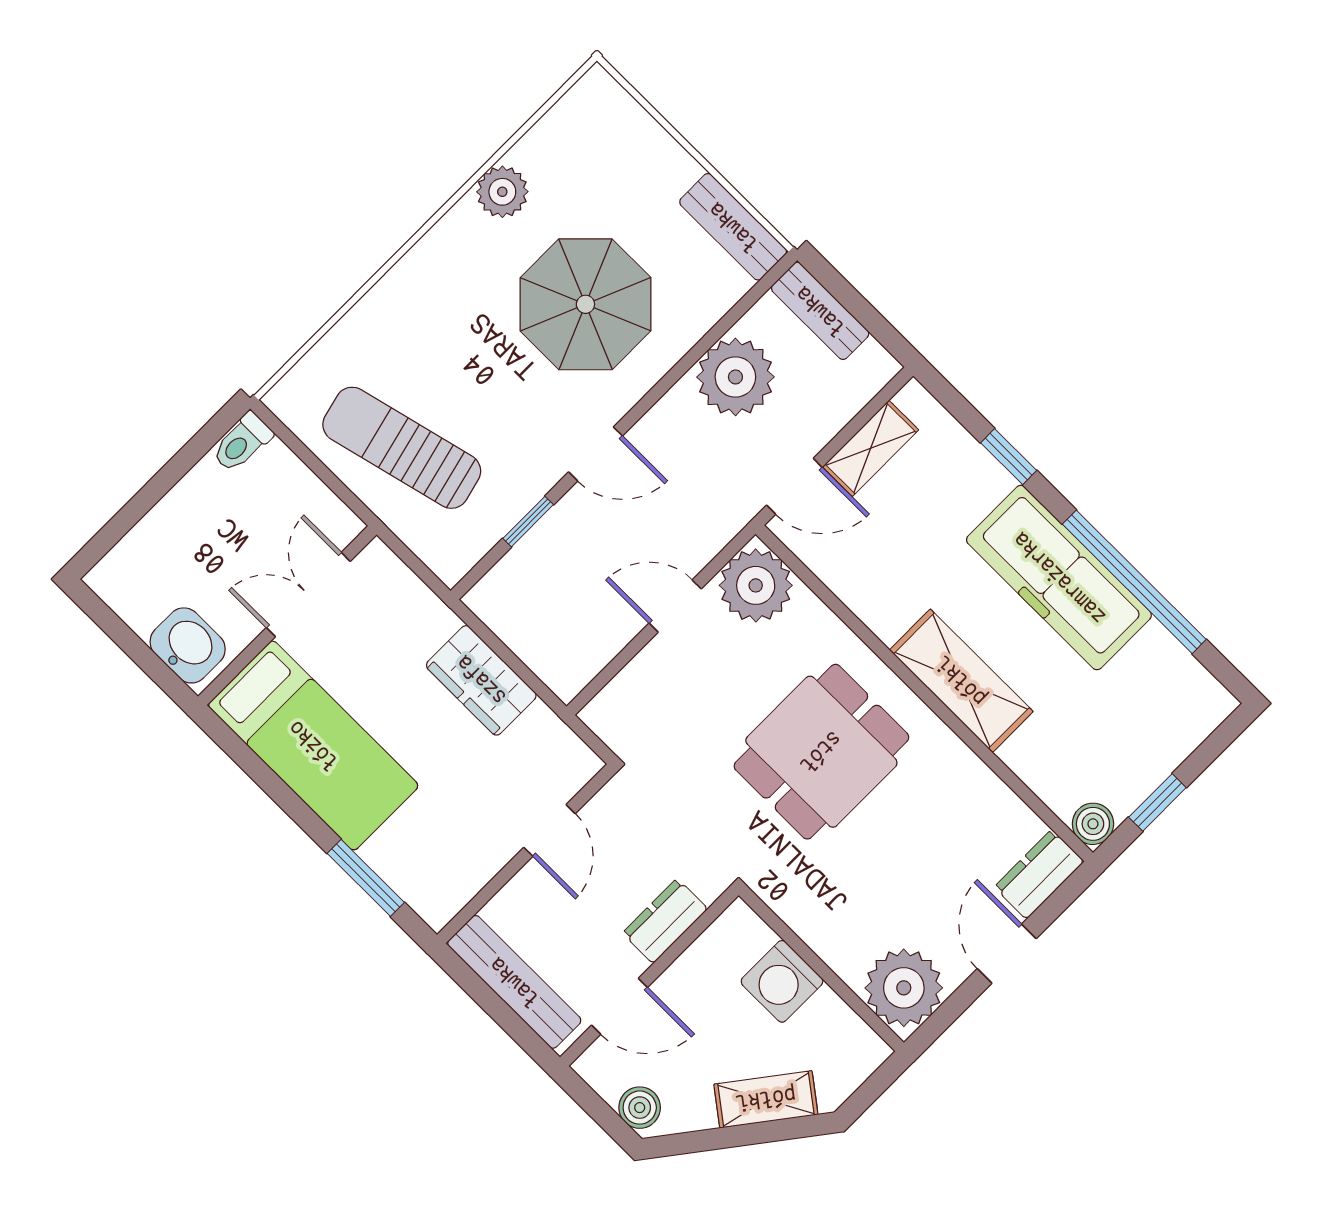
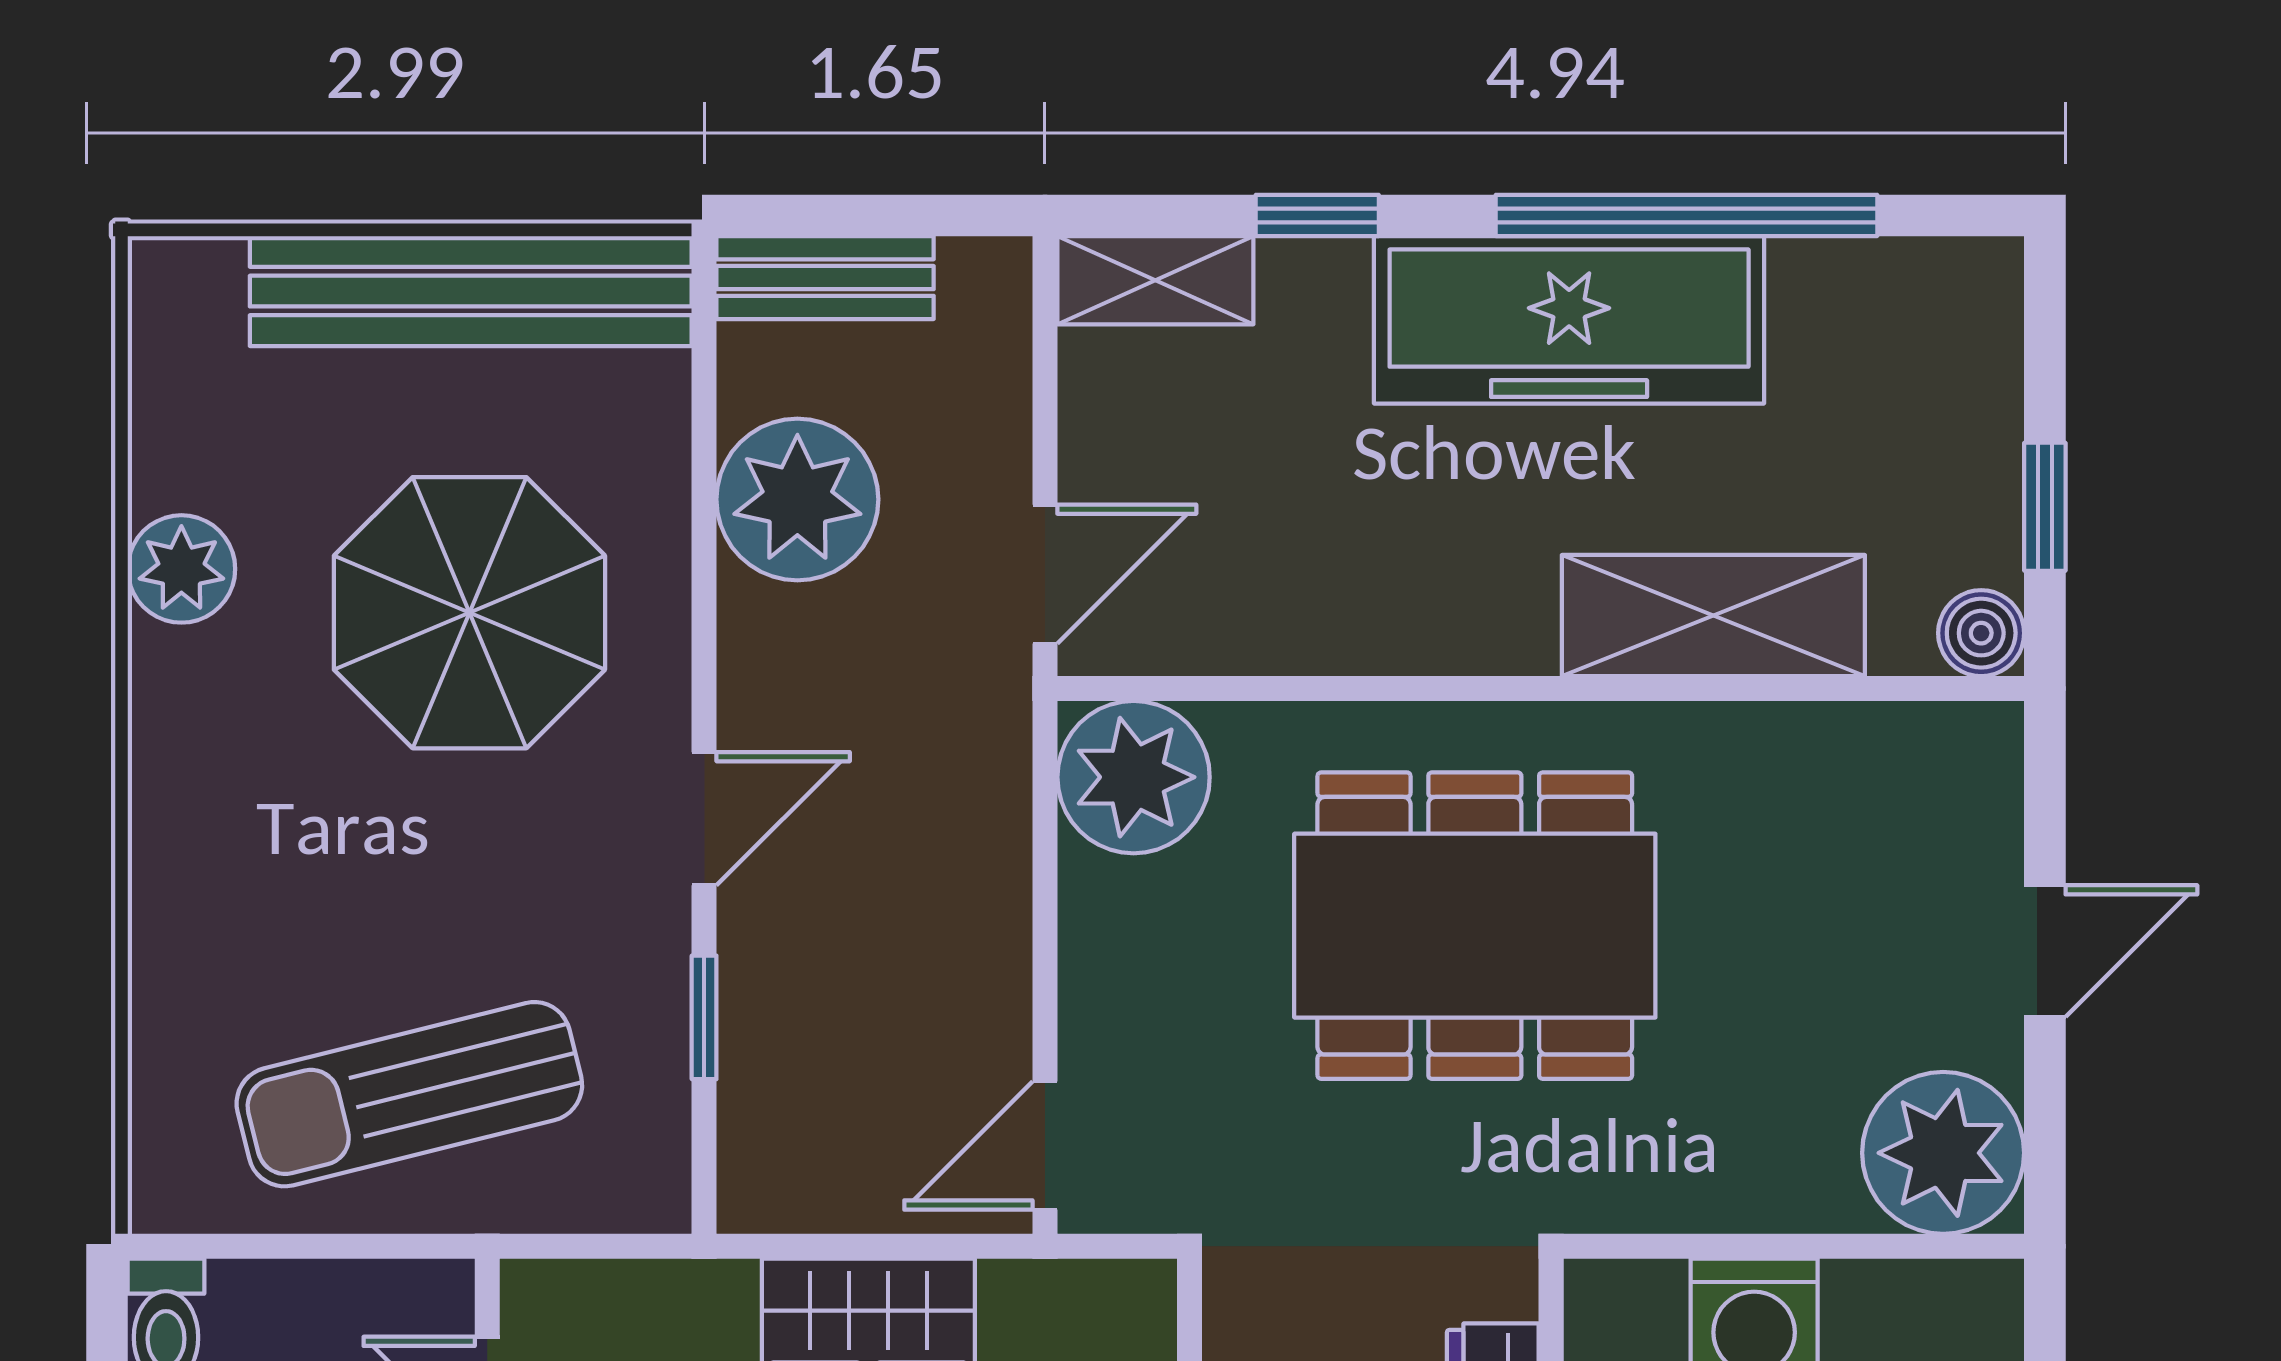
bench: (733, 227) -> (471, 291), width x1.86, depth x1.21
shelving: (871, 448) -> (1155, 280), moved, turned 90
door: (675, 606) -> (1045, 1146), moved
shelving: (961, 681) -> (1713, 616), moved
dining table: (821, 752) -> (1475, 926), width x1.38
dresser: (1039, 874) -> (1976, 787), removed
door: (1007, 954) -> (2045, 951), swing flipped

